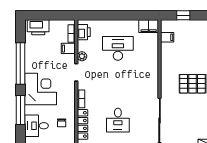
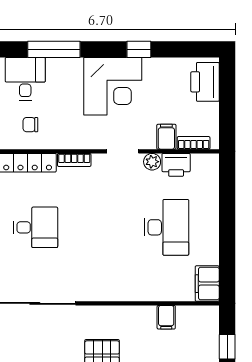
printer: (84, 32) -> (176, 165), moved
filing cabinet: (167, 37) -> (166, 317), moved
window: (20, 63) -> (139, 49), width x0.32
corner desk: (41, 89) -> (113, 86), moved
desk: (118, 120) -> (36, 227), turned 180

